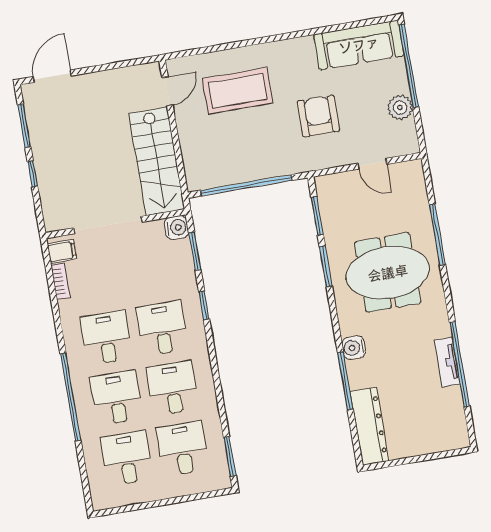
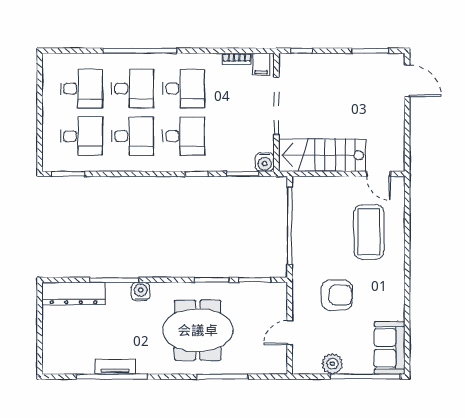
sofa: (359, 45) -> (390, 348), width x0.73
window: (32, 174) -> (301, 51), moved
meeting table: (388, 273) -> (198, 330), turned 90

